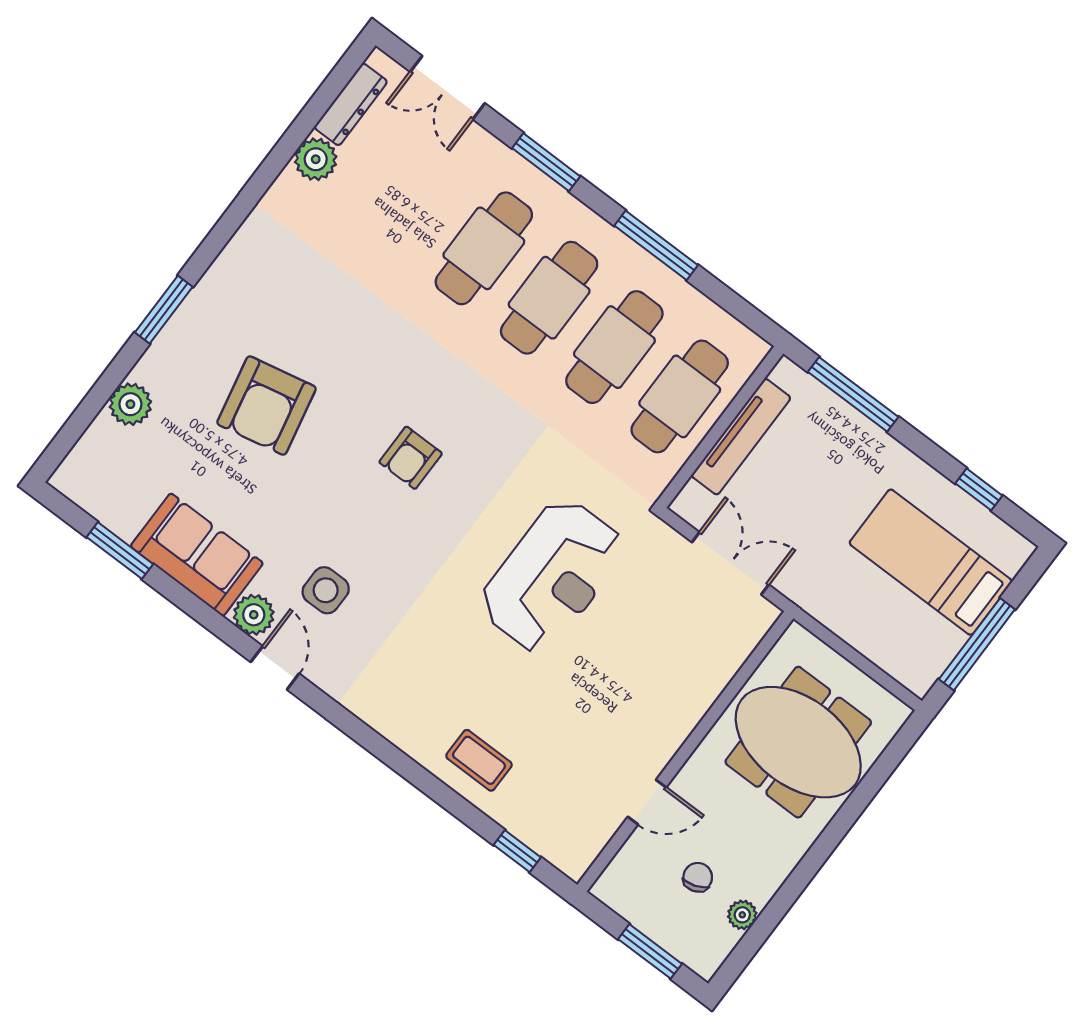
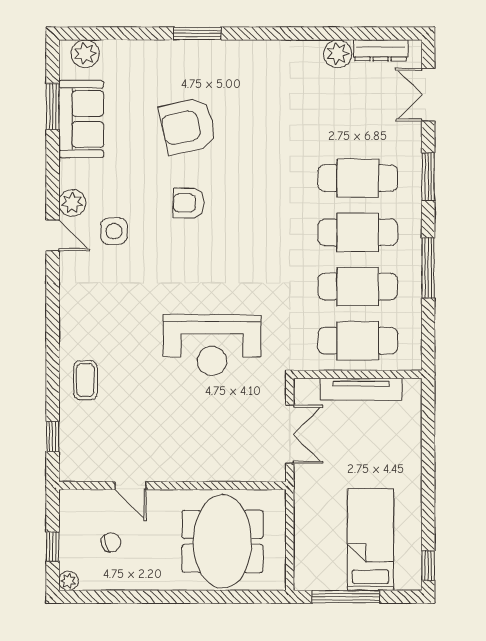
window: (853, 394) -> (428, 432), removed
plant: (130, 404) -> (85, 54), moved
armchair: (411, 458) -> (189, 203), moved
window: (979, 489) -> (428, 566), moved
sofa: (197, 555) -> (81, 119), moved
door: (275, 668) -> (53, 235), hinge flipped
plant: (742, 915) -> (68, 581), moved
window: (650, 951) -> (53, 547), width x0.67

